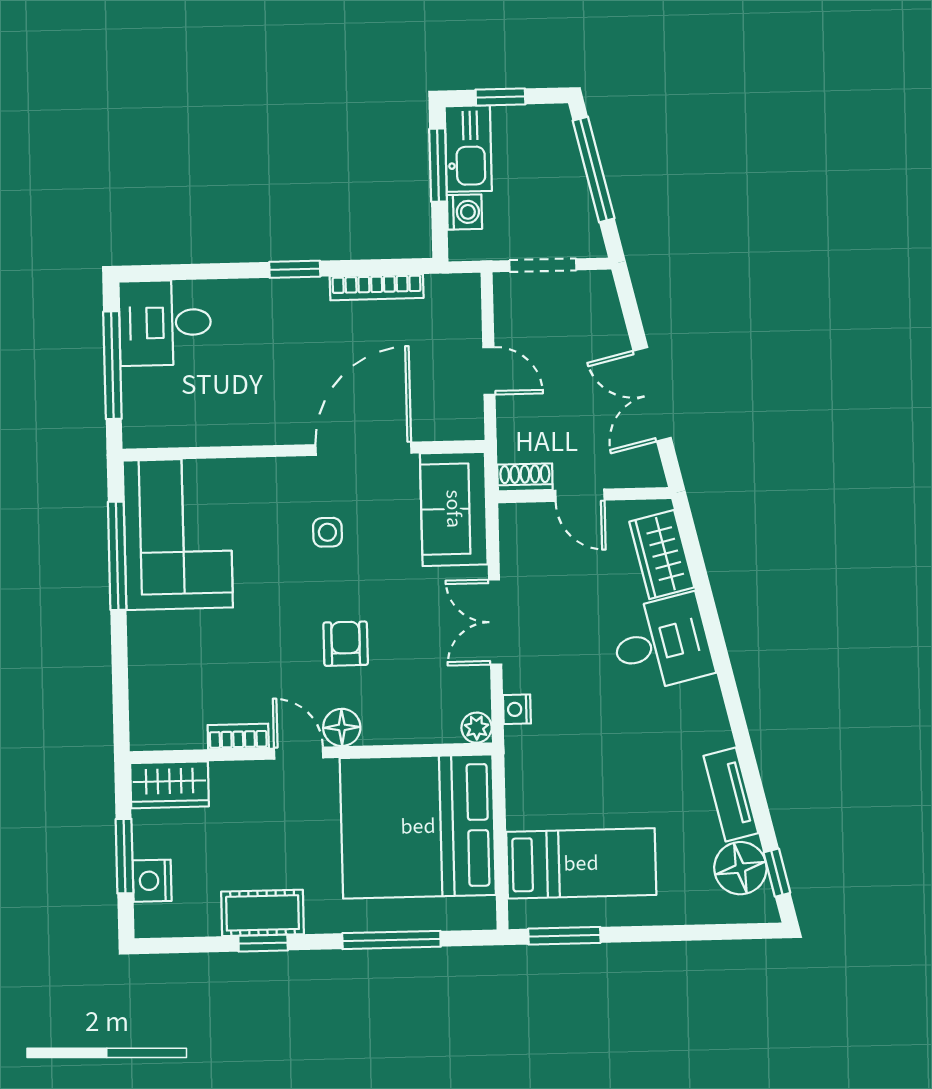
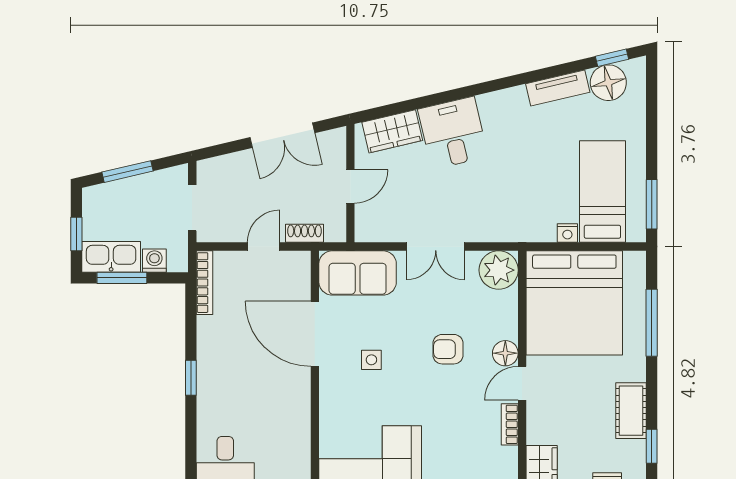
window: (594, 169) -> (127, 172), width x0.69
bookcase: (377, 287) -> (204, 283), moved
shoe rack: (525, 477) -> (304, 233), moved, turned 90
nightstand: (517, 709) -> (567, 233), moved
plant: (477, 728) -> (499, 270), width x1.88, depth x1.88
window: (263, 943) -> (652, 446), moved

